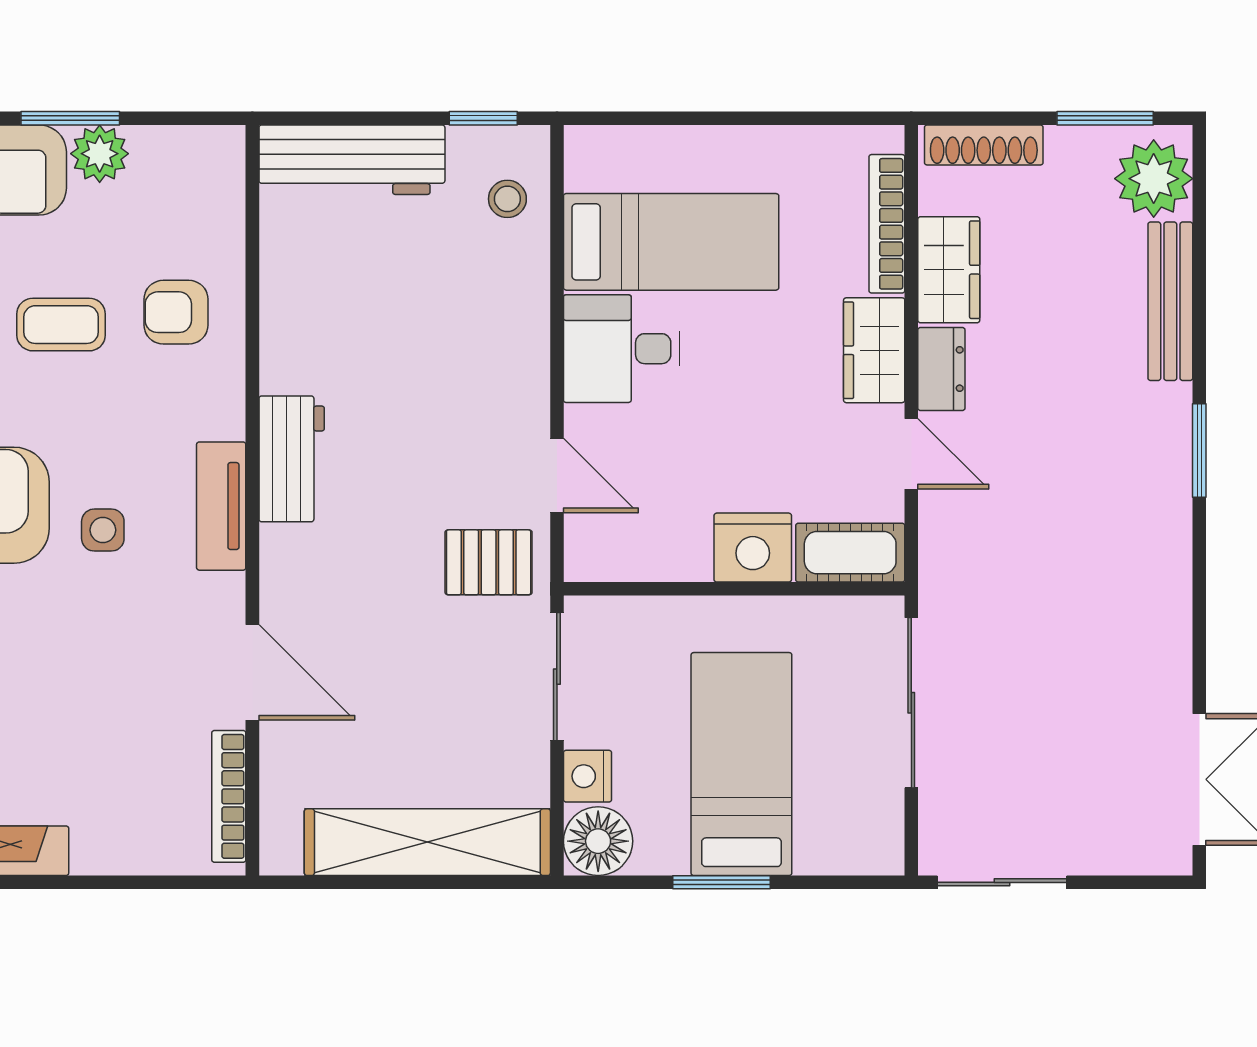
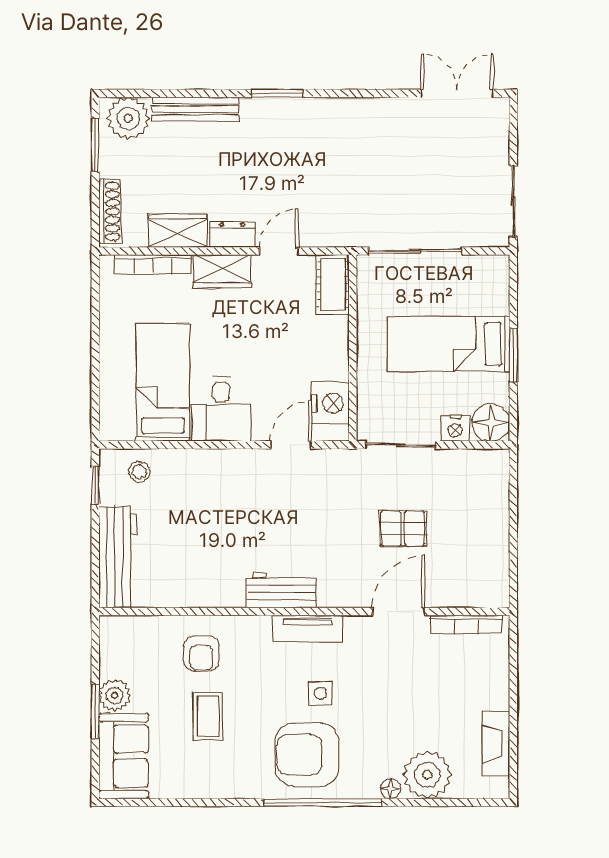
nightstand: (753, 548) -> (330, 403), moved
pallet: (489, 562) -> (403, 528), moved, turned 90
shelving: (427, 842) -> (491, 516), removed

